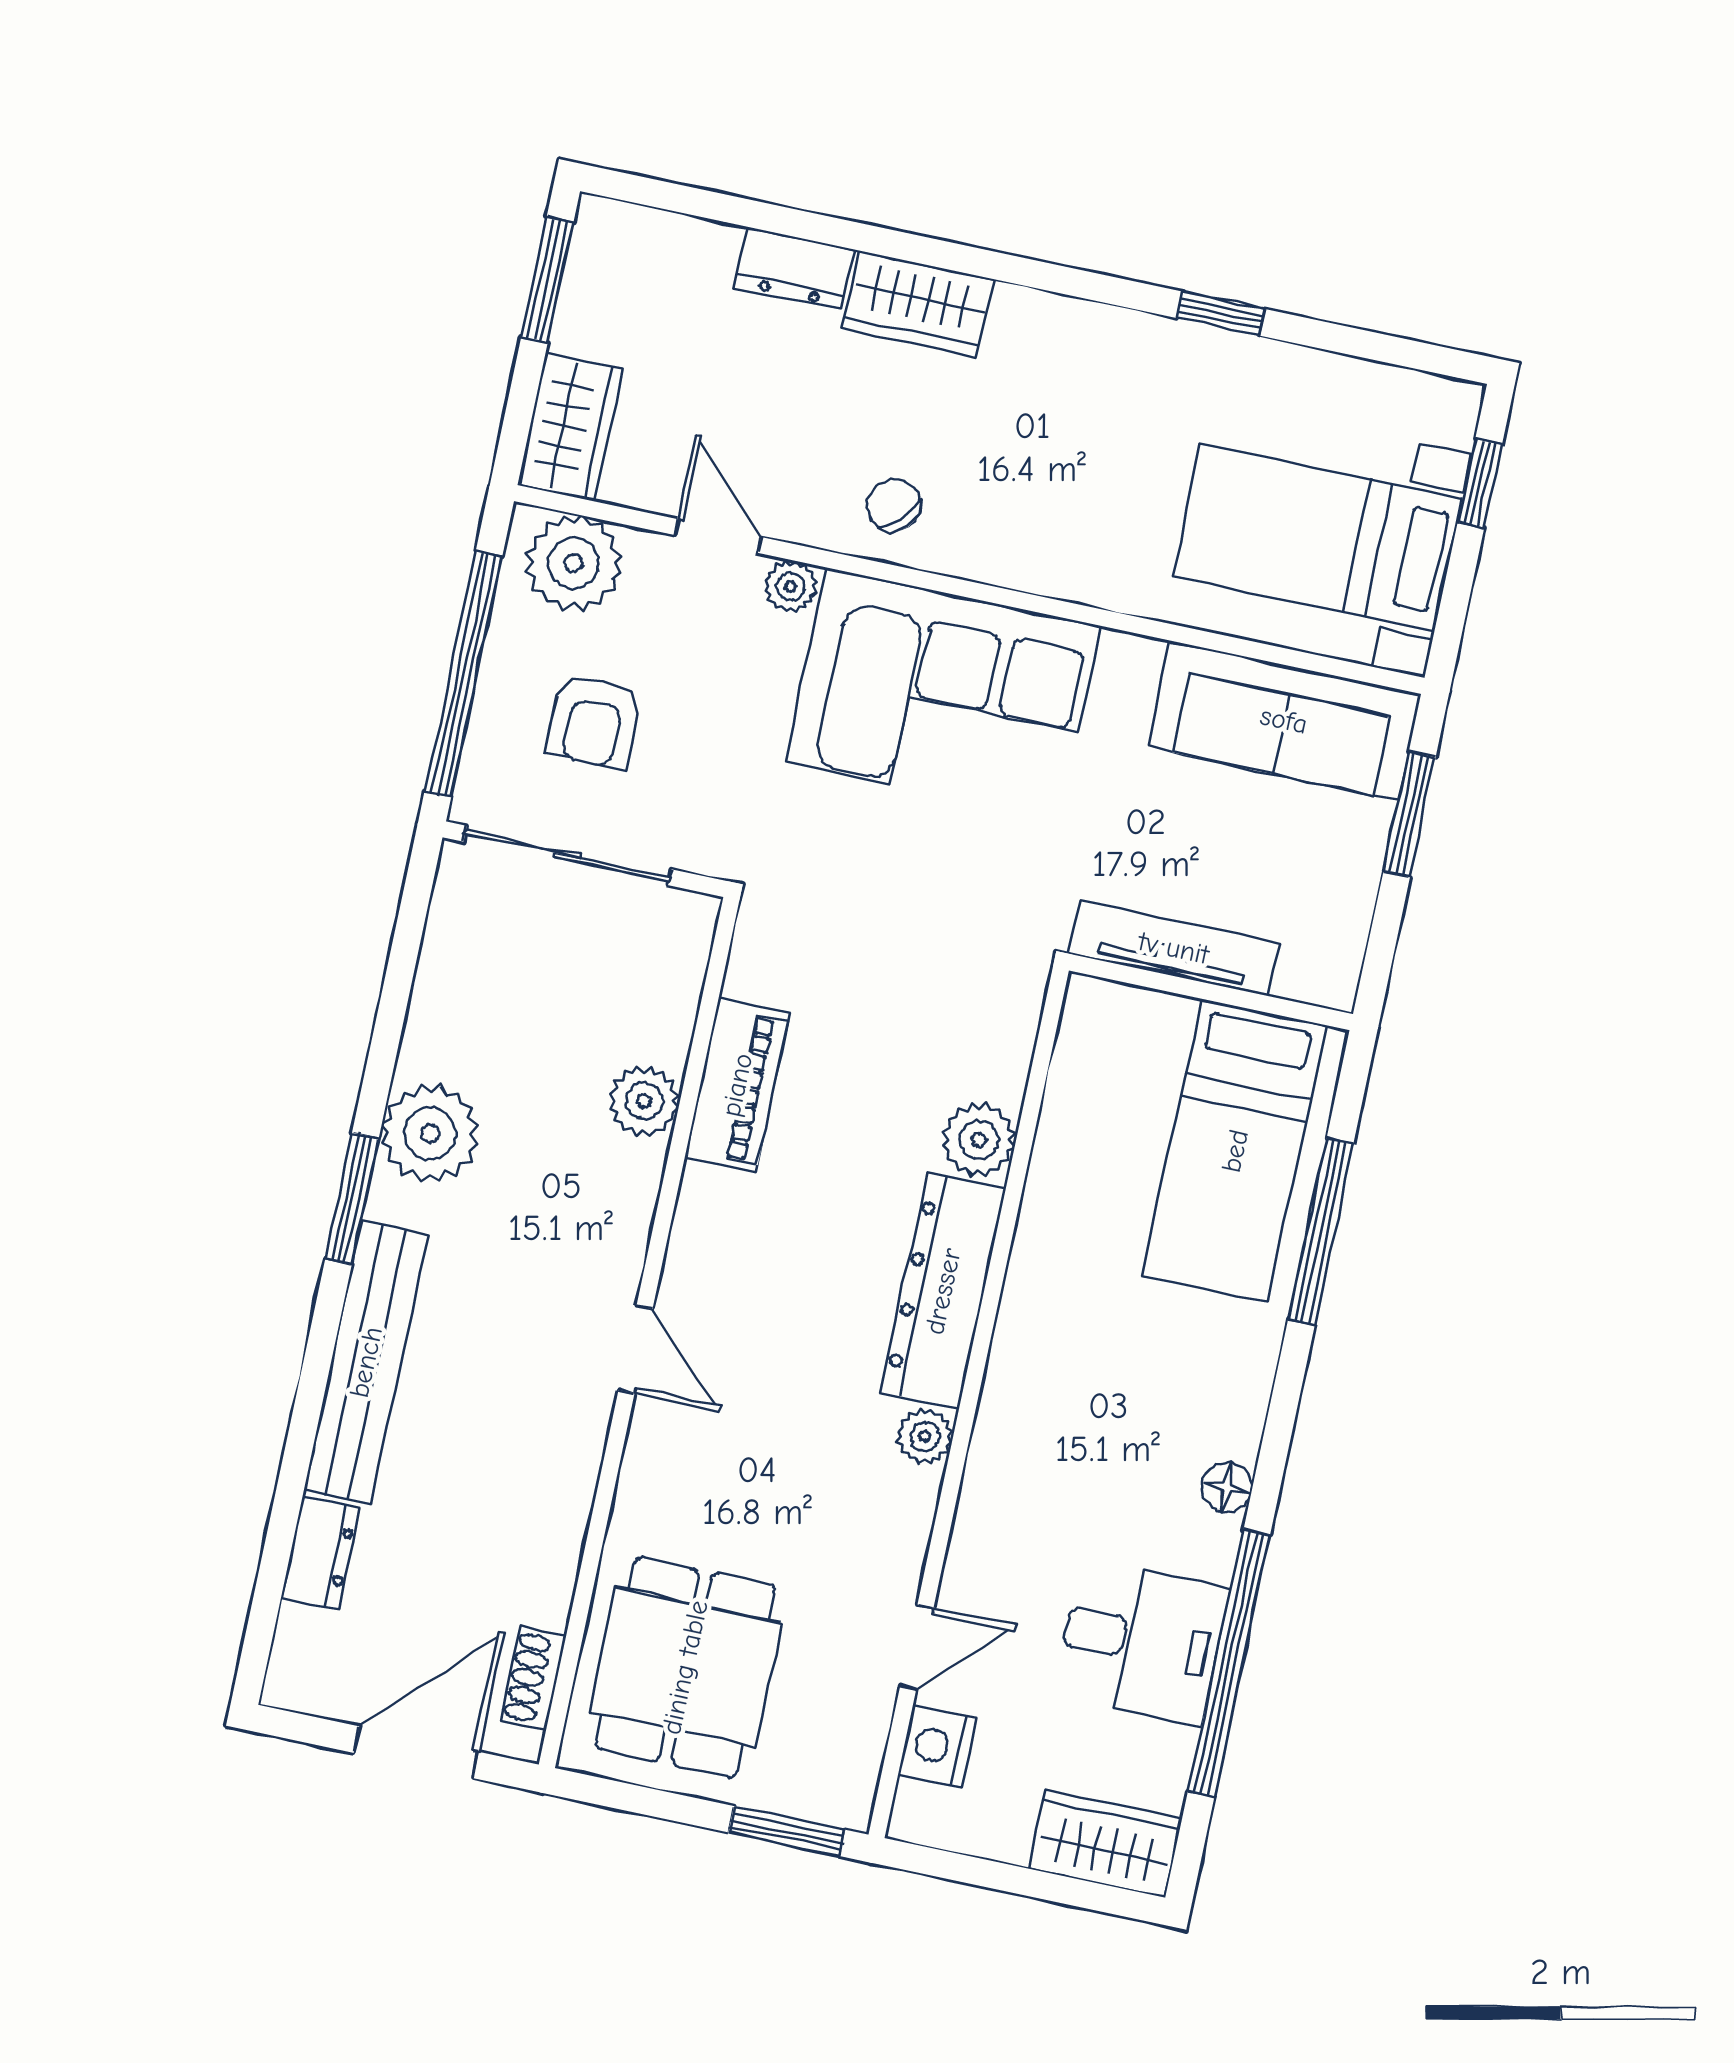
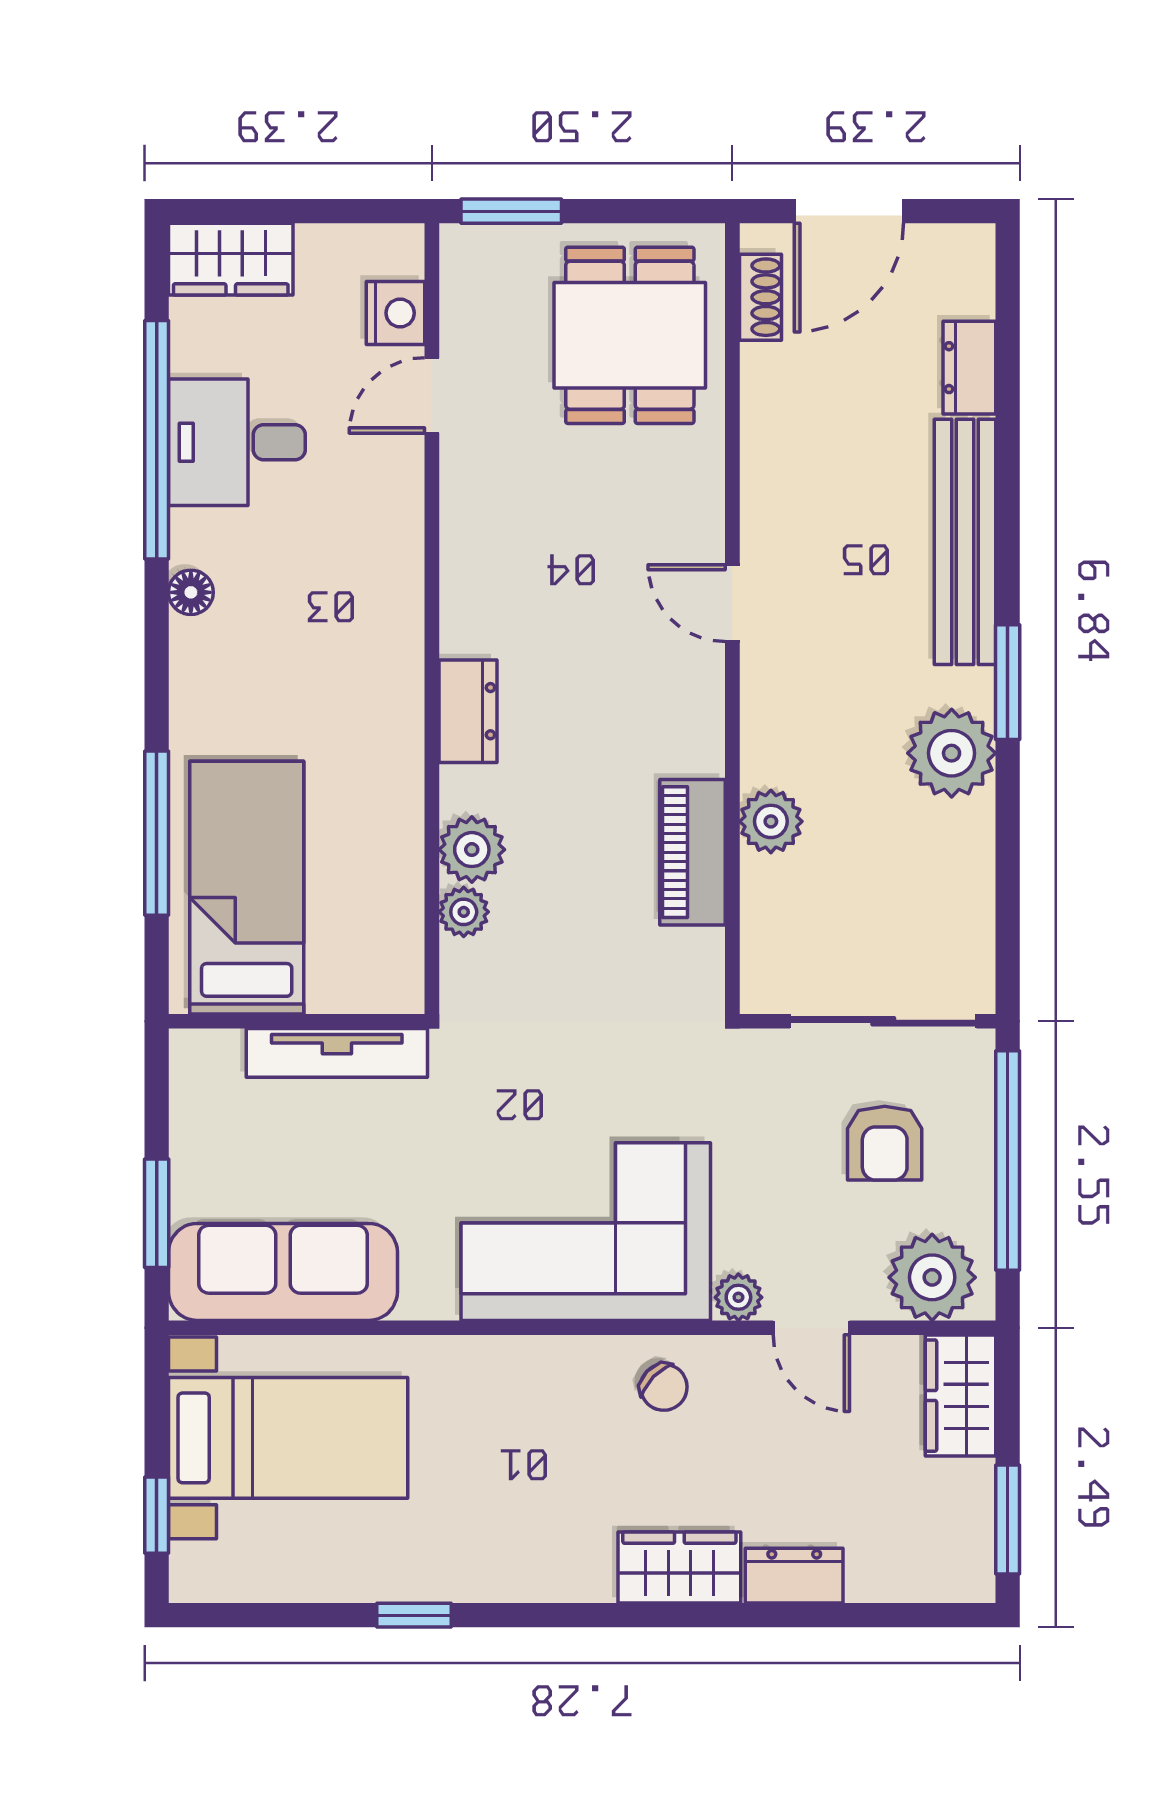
armchair: (594, 722) -> (885, 1143), turned 180
dresser: (943, 1291) -> (468, 711), width x0.51, depth x0.80
plant: (925, 1436) -> (464, 912), moved

